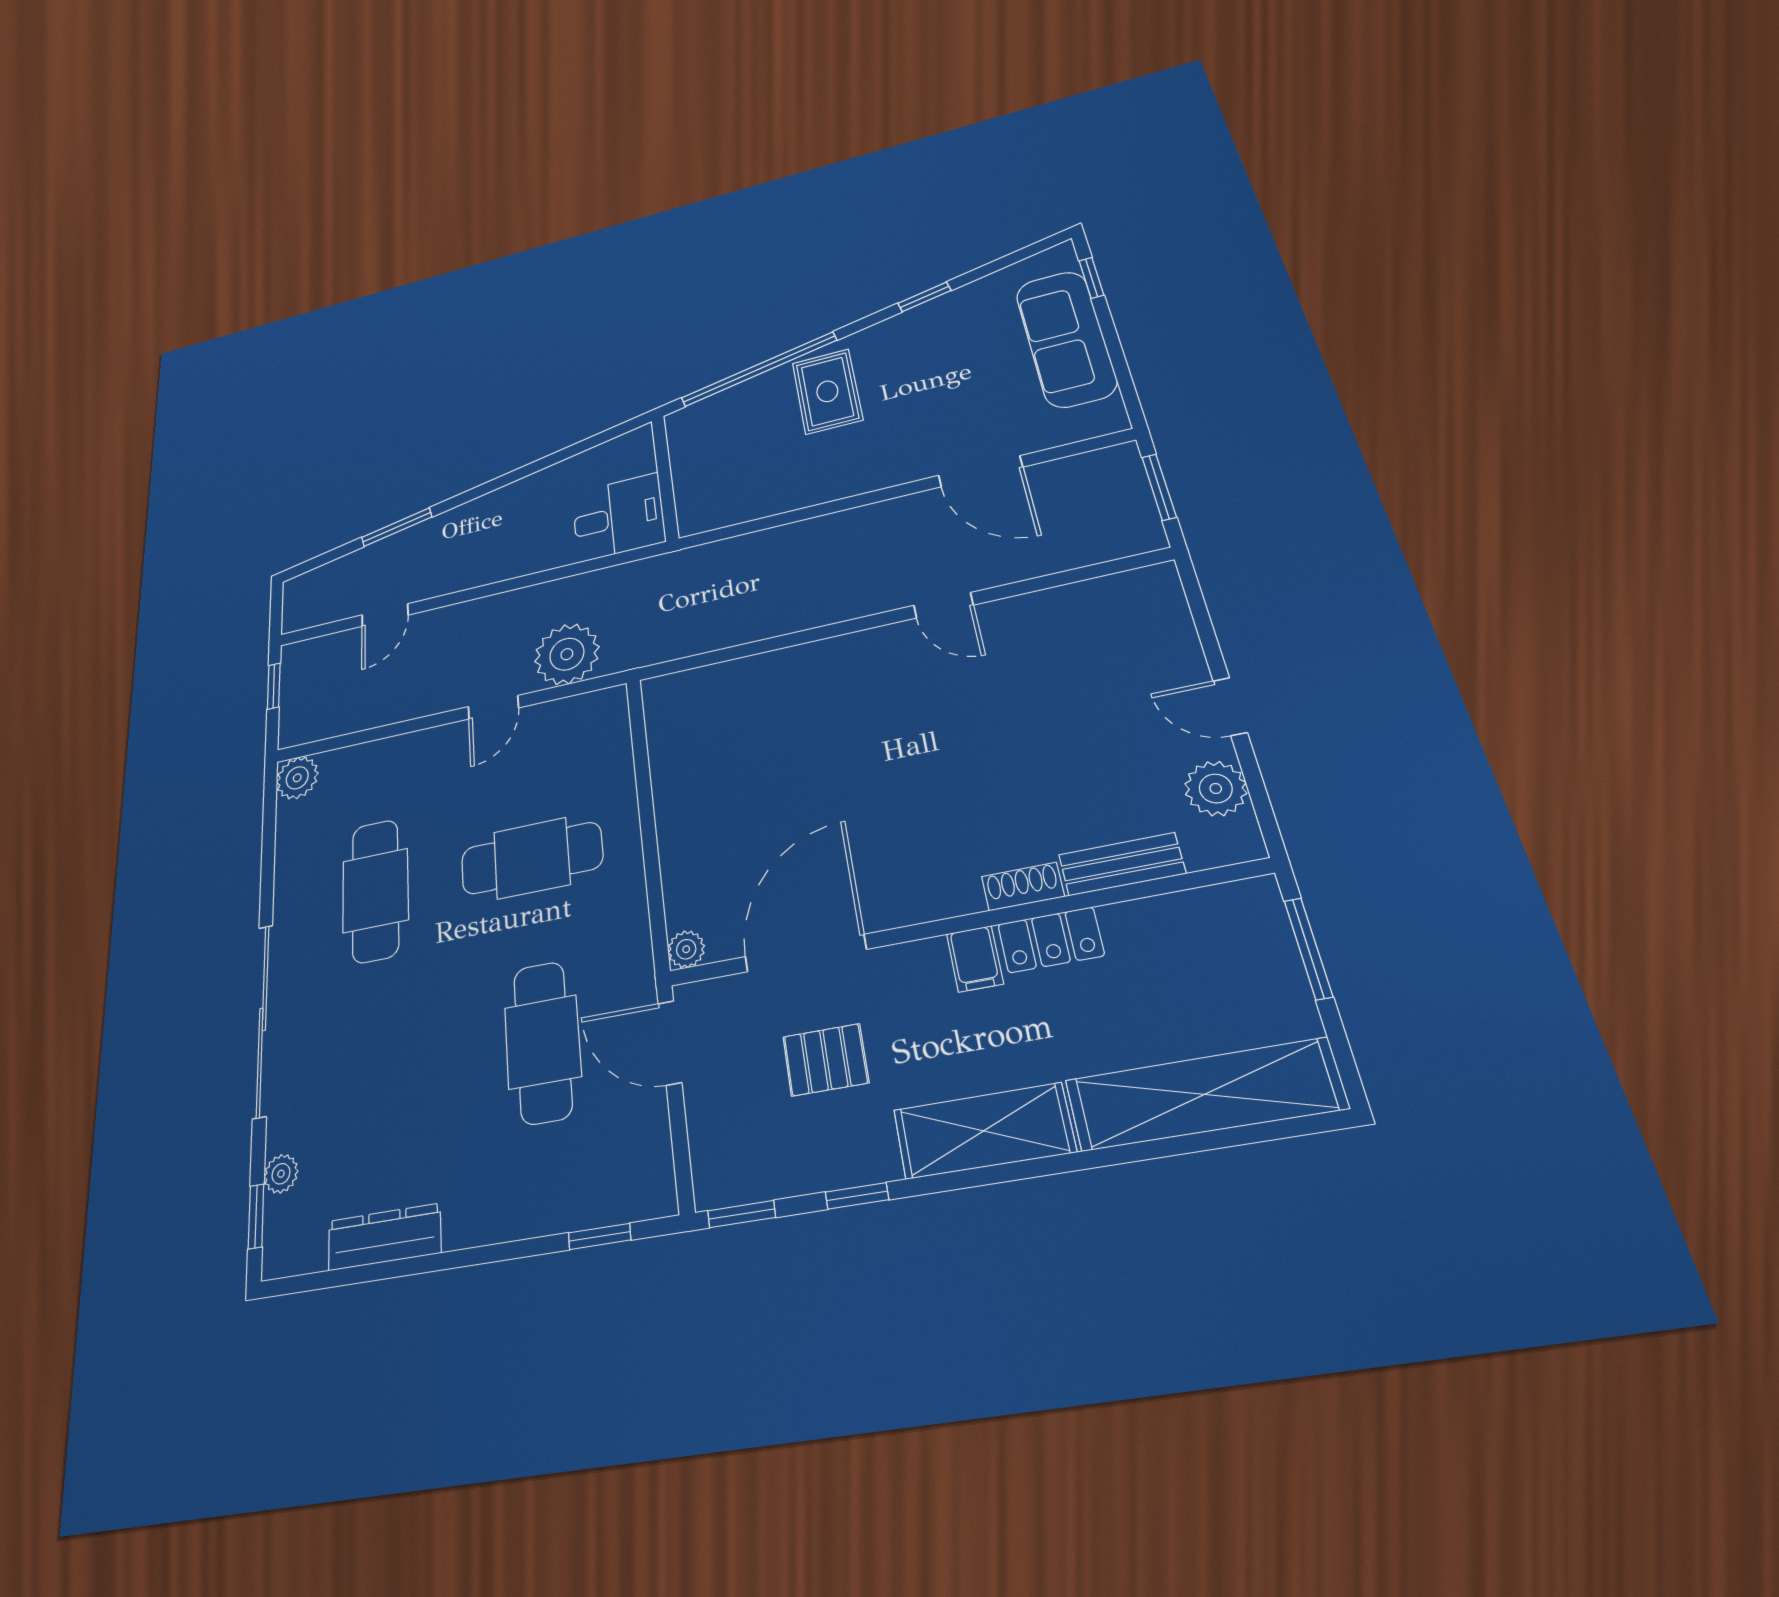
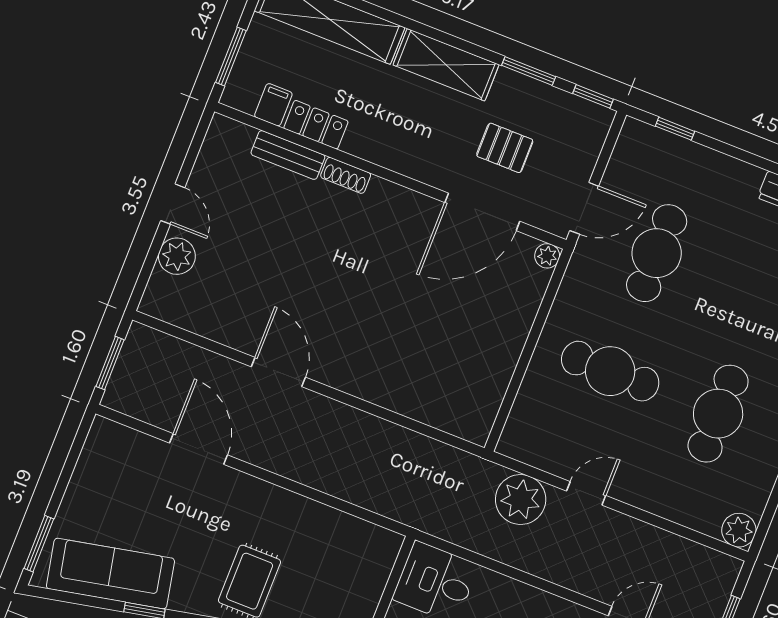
window: (1091, 278) -> (39, 544), width x1.50
sofa: (1066, 339) -> (110, 574), moved, turned -102
door: (944, 605) -> (278, 372), width x1.38
plant: (1216, 789) -> (177, 256), moved
locker: (1051, 940) -> (316, 125), moved
filing cabinet: (975, 959) -> (273, 105), moved
door: (670, 1043) -> (584, 208), hinge flipped
window: (857, 1196) -> (529, 71), width x1.50

